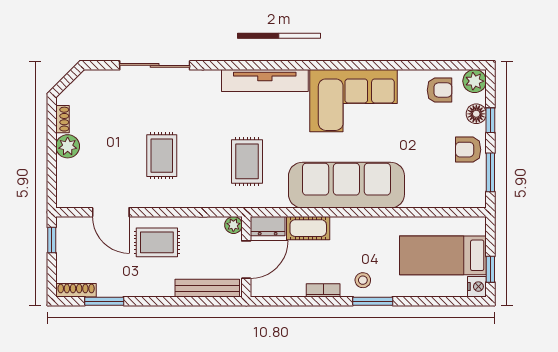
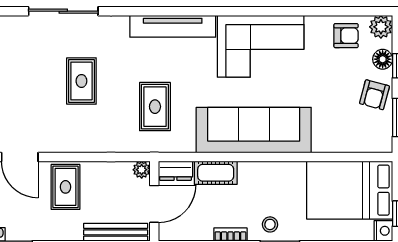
armchair: (468, 150) -> (374, 95), turned -75
rug: (162, 156) -> (81, 81), moved
rug: (157, 242) -> (65, 187), turned 90
bed: (443, 255) -> (350, 190), width x1.50

